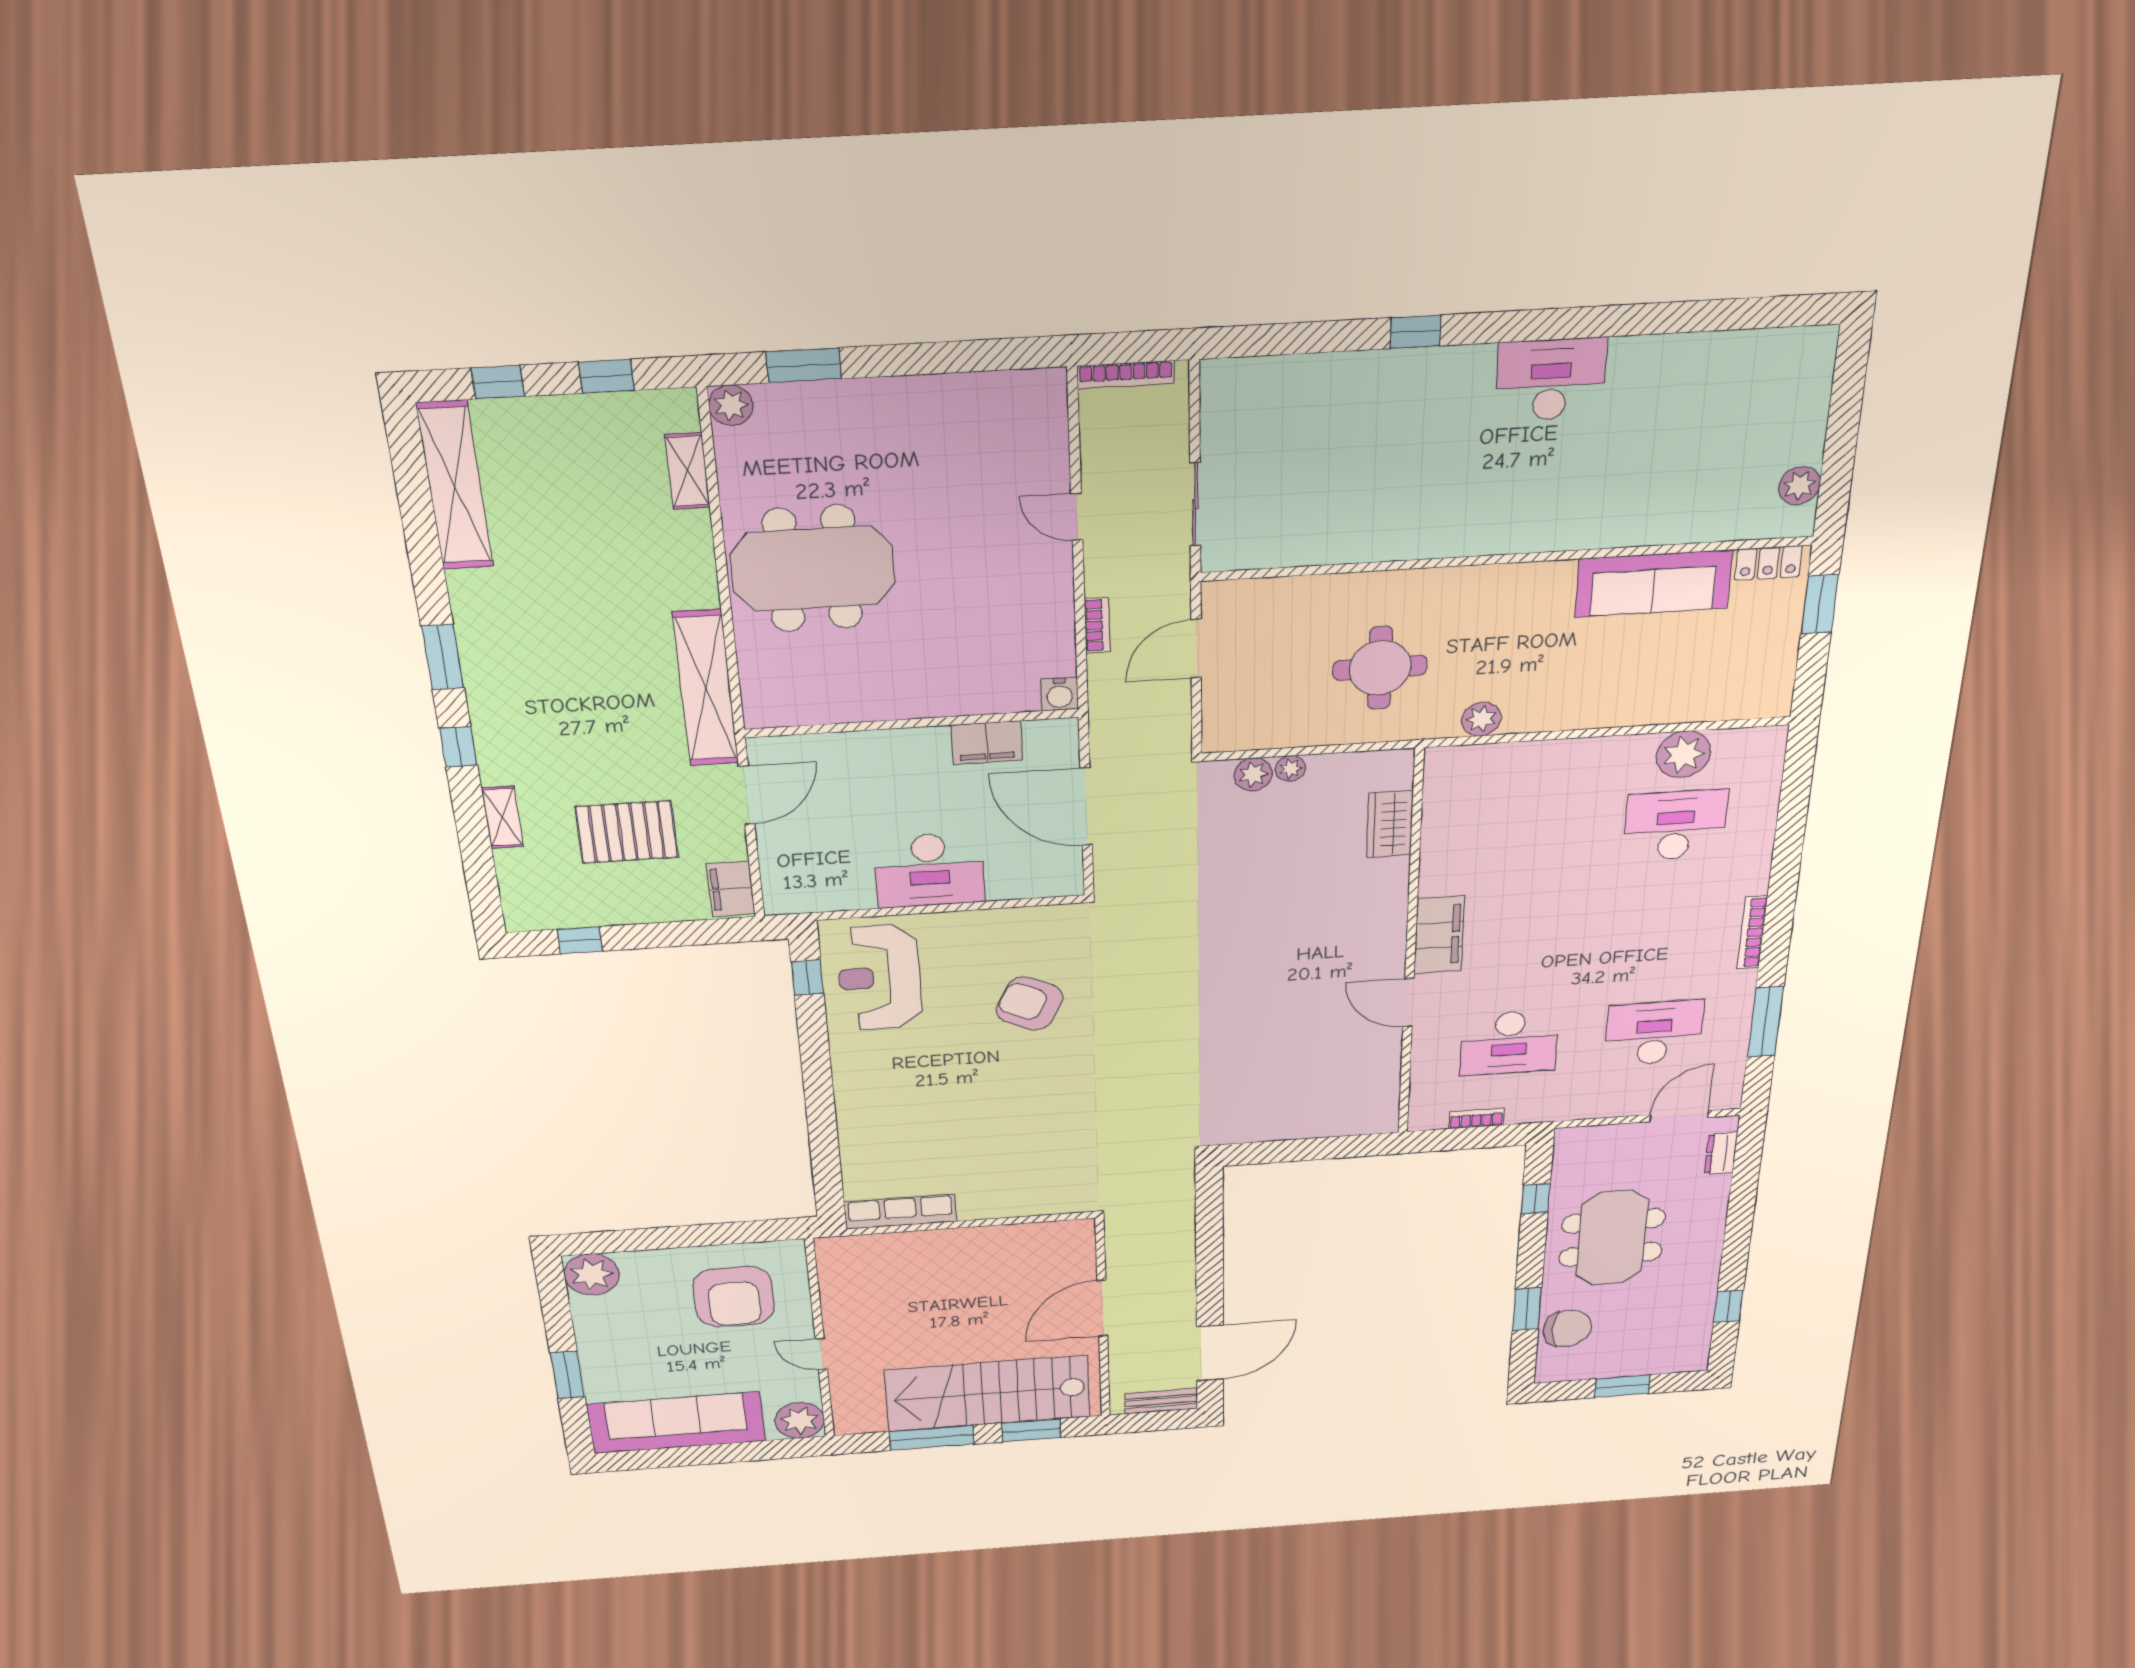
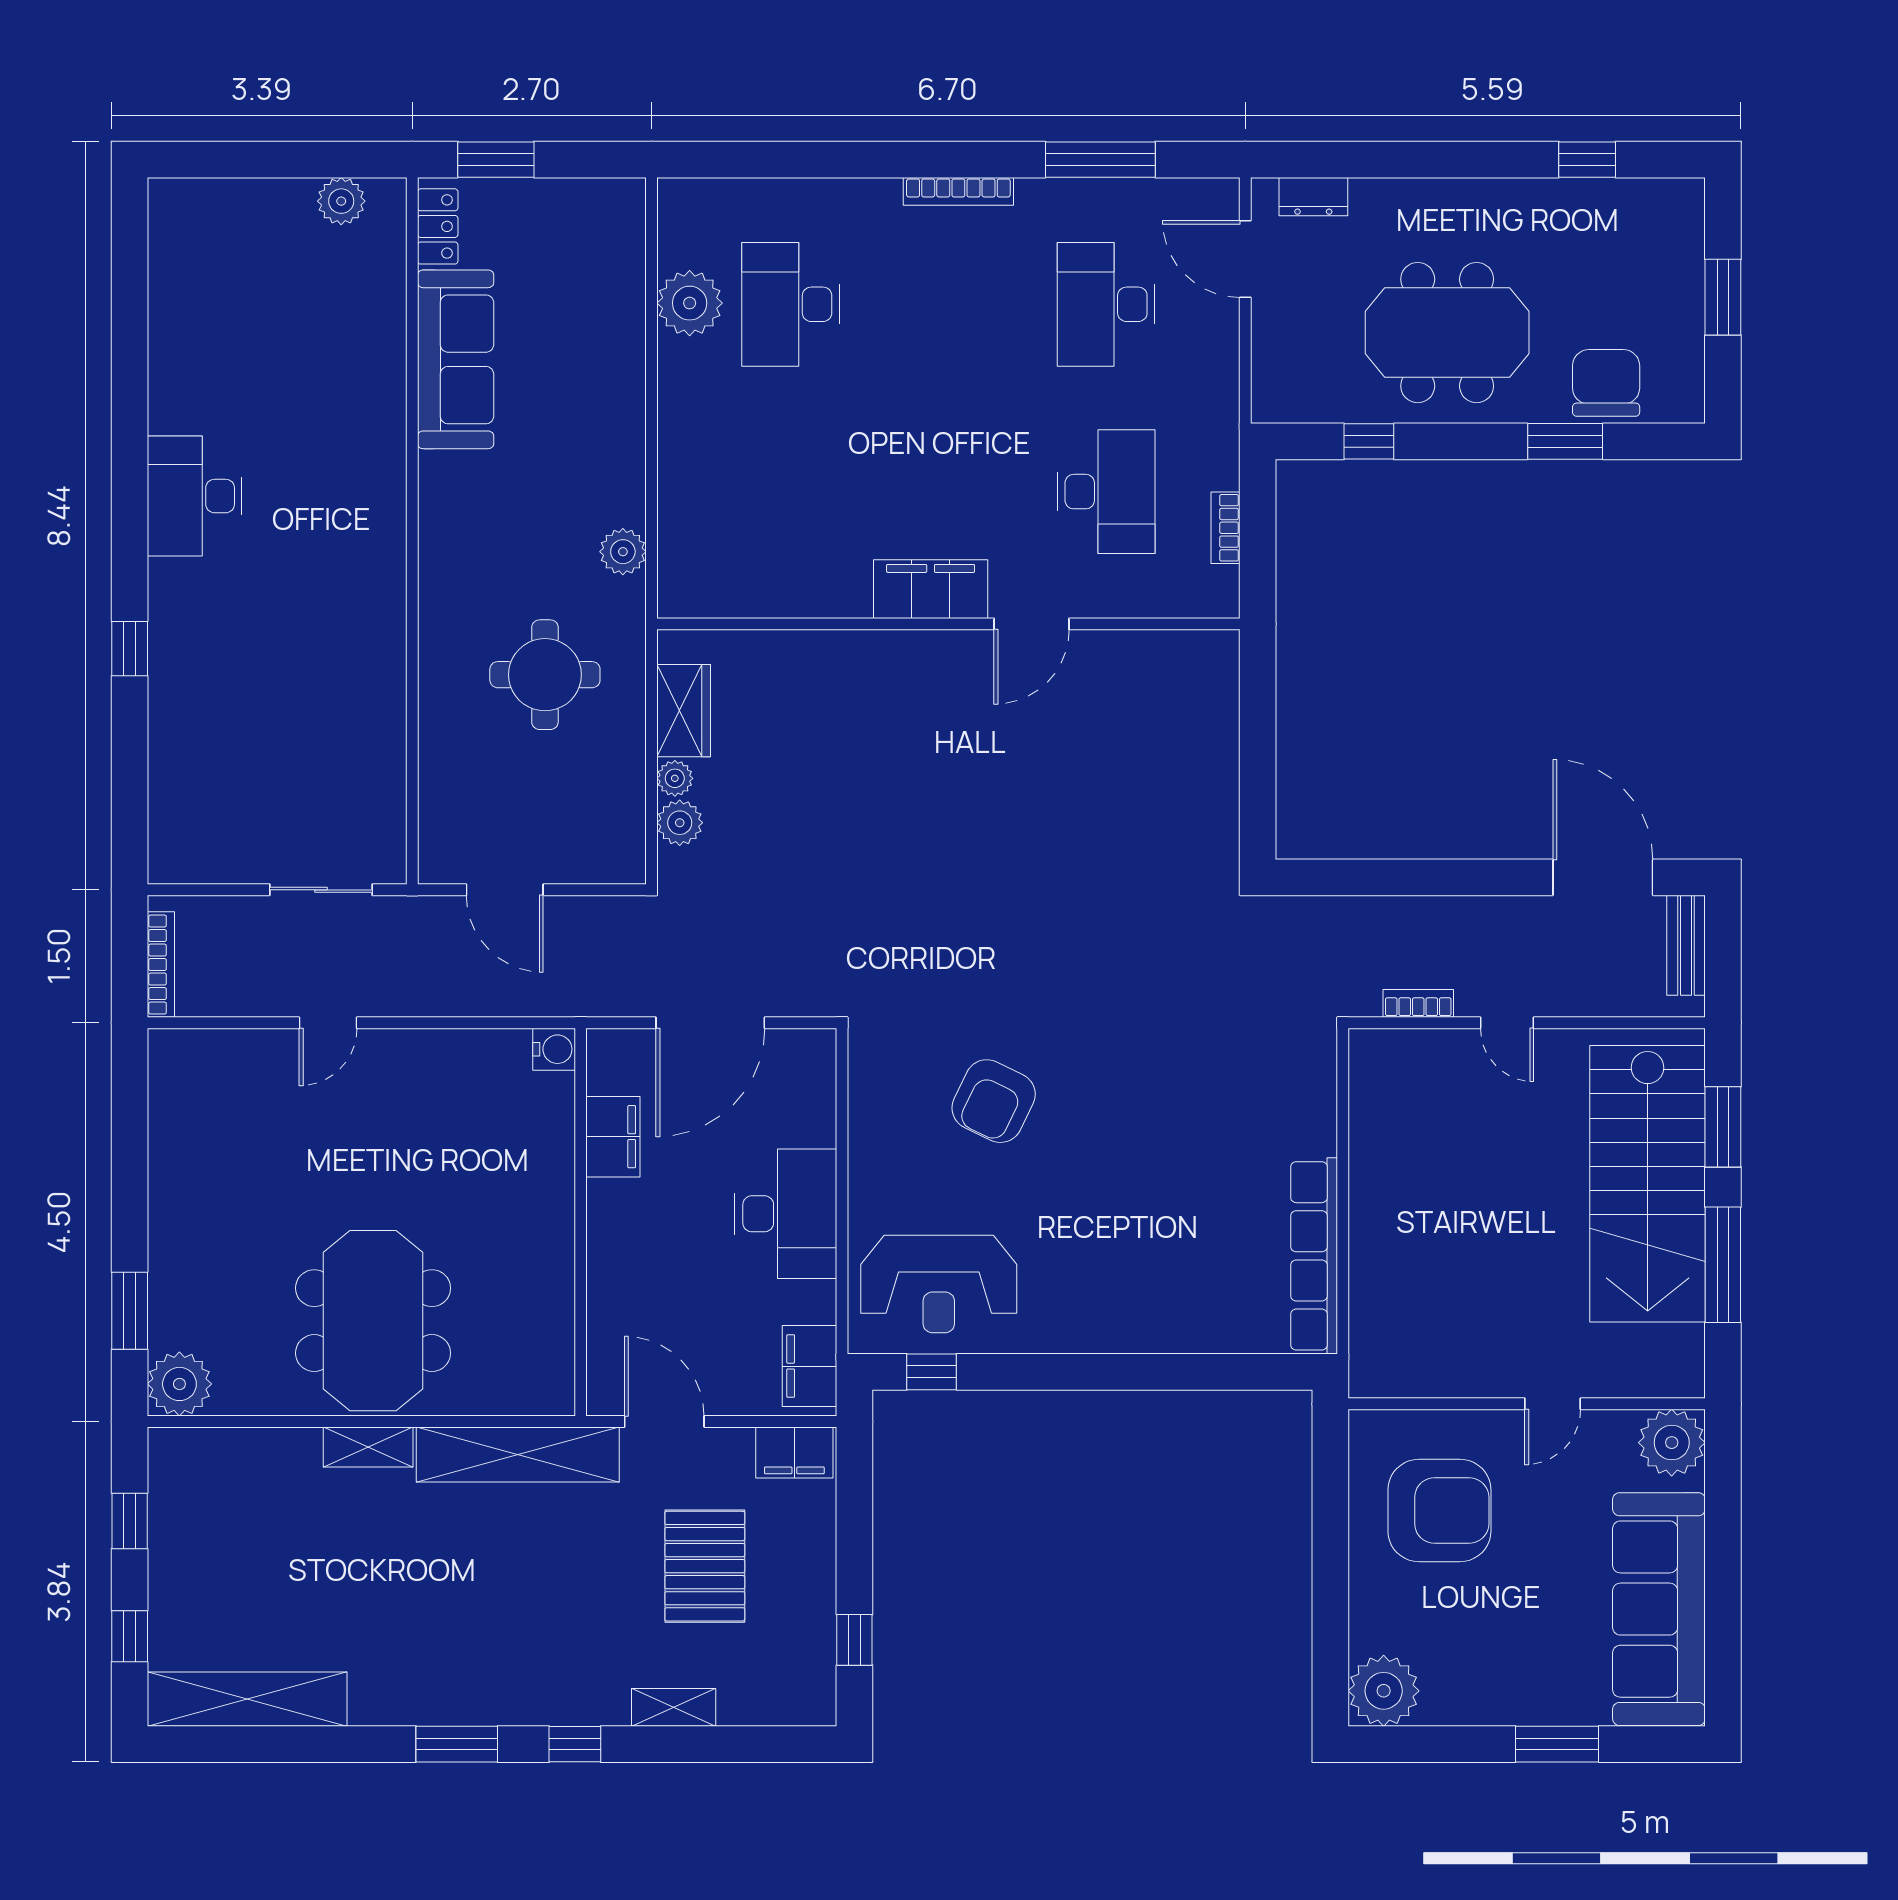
plant: (731, 405) -> (179, 1384), width x1.36, depth x1.36
shelving: (687, 471) -> (368, 1447), moved
bookcase: (1097, 625) -> (1418, 1003), moved
wardrobe: (1390, 824) -> (684, 711), moved, turned -90
filing cabinet: (804, 895) -> (810, 1366), added
row of seats: (900, 1212) -> (1314, 1256), width x1.36
door: (1102, 1308) -> (1507, 1023), width x0.53

